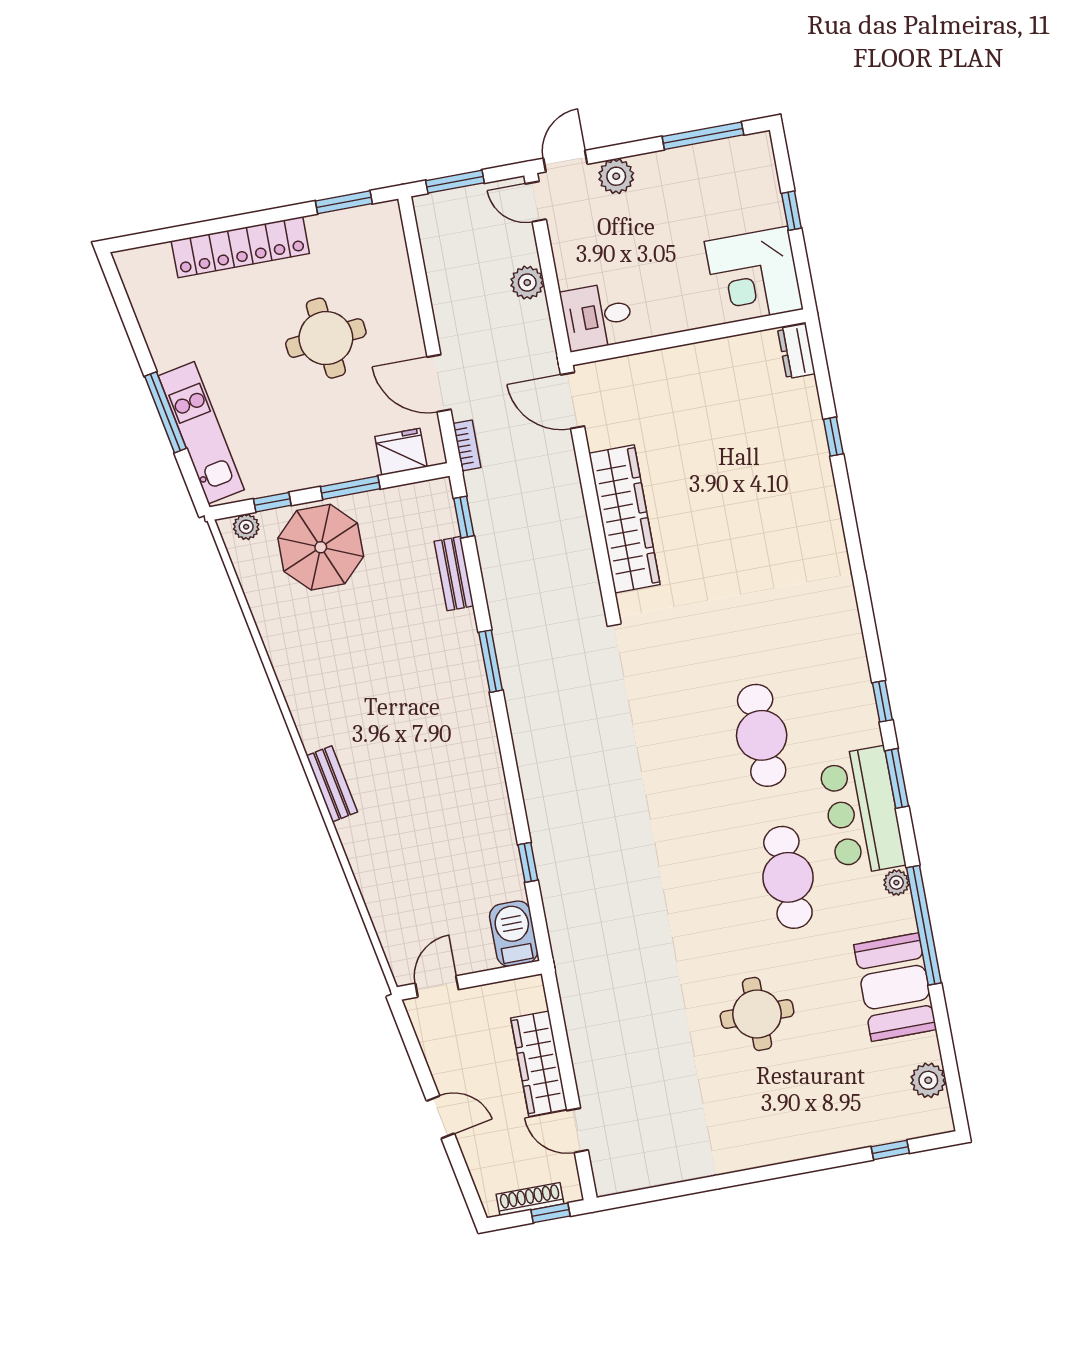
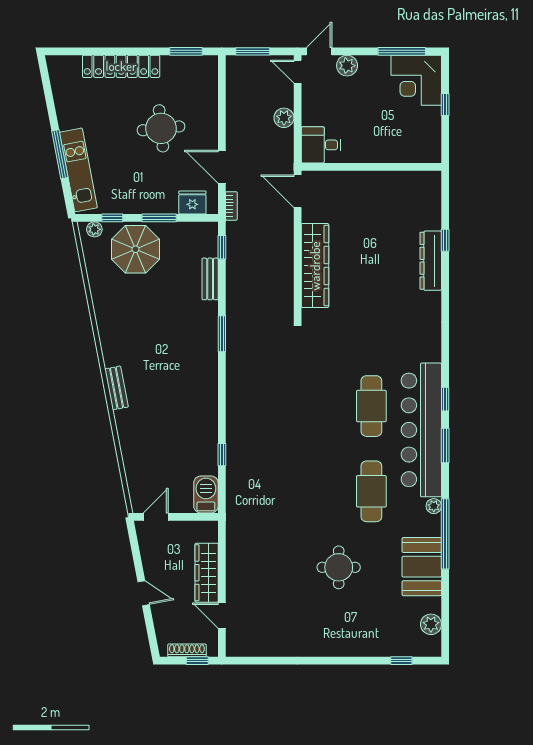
corner desk: (754, 275) -> (416, 80), moved
dresser: (796, 351) -> (431, 261), moved, width x1.96, depth x1.24
bar counter: (862, 811) -> (421, 430), width x1.86

